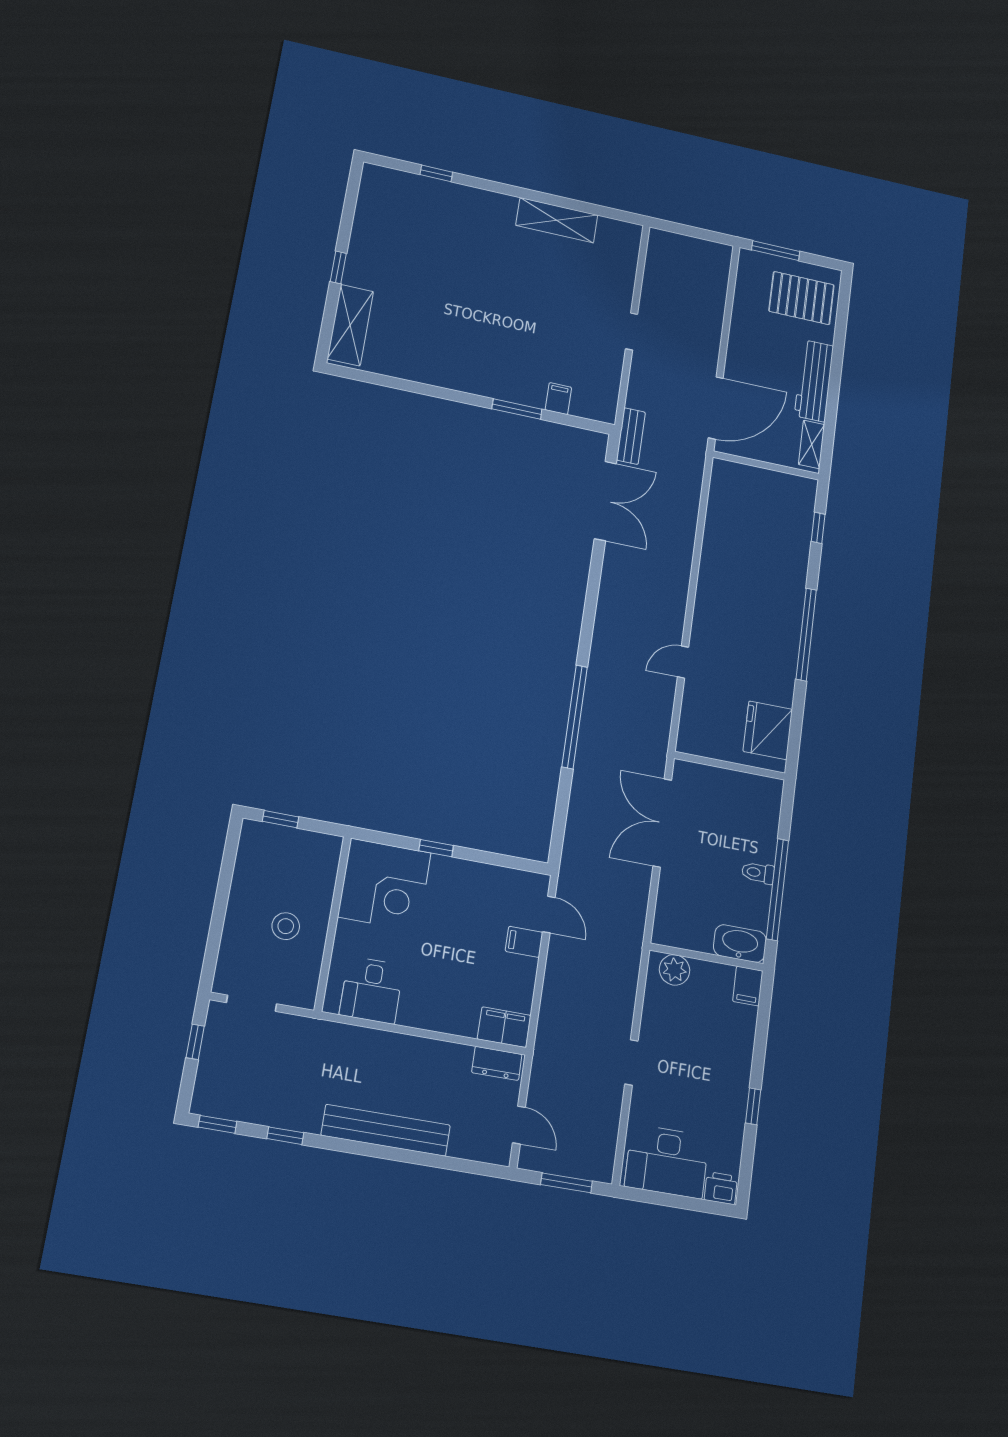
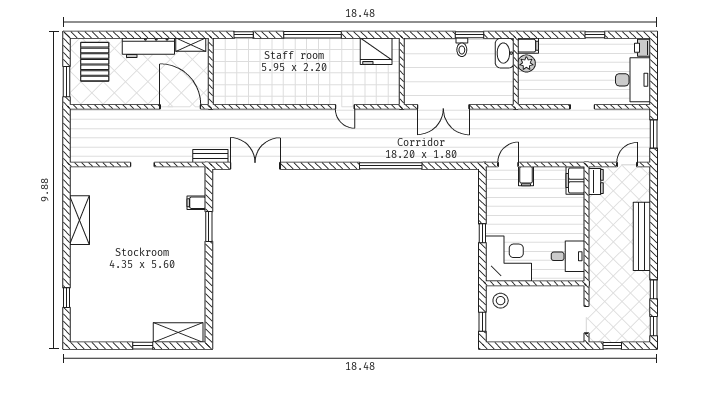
window: (777, 889) -> (469, 35), width x0.47
stool: (286, 926) -> (501, 301), moved
plant: (675, 970) -> (526, 63), moved

